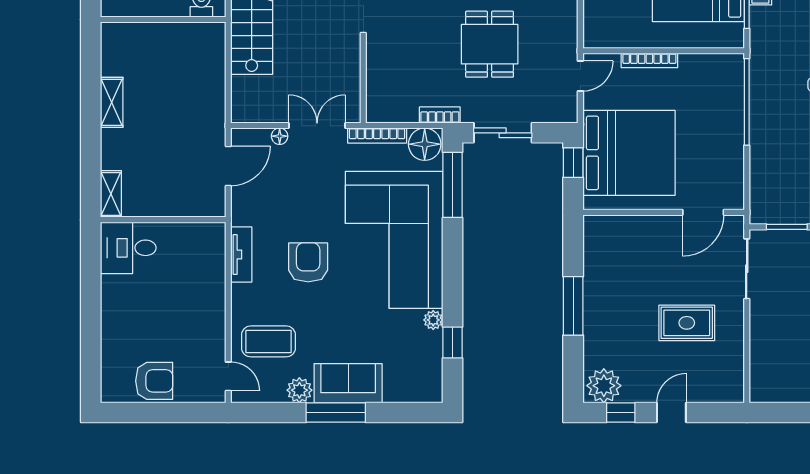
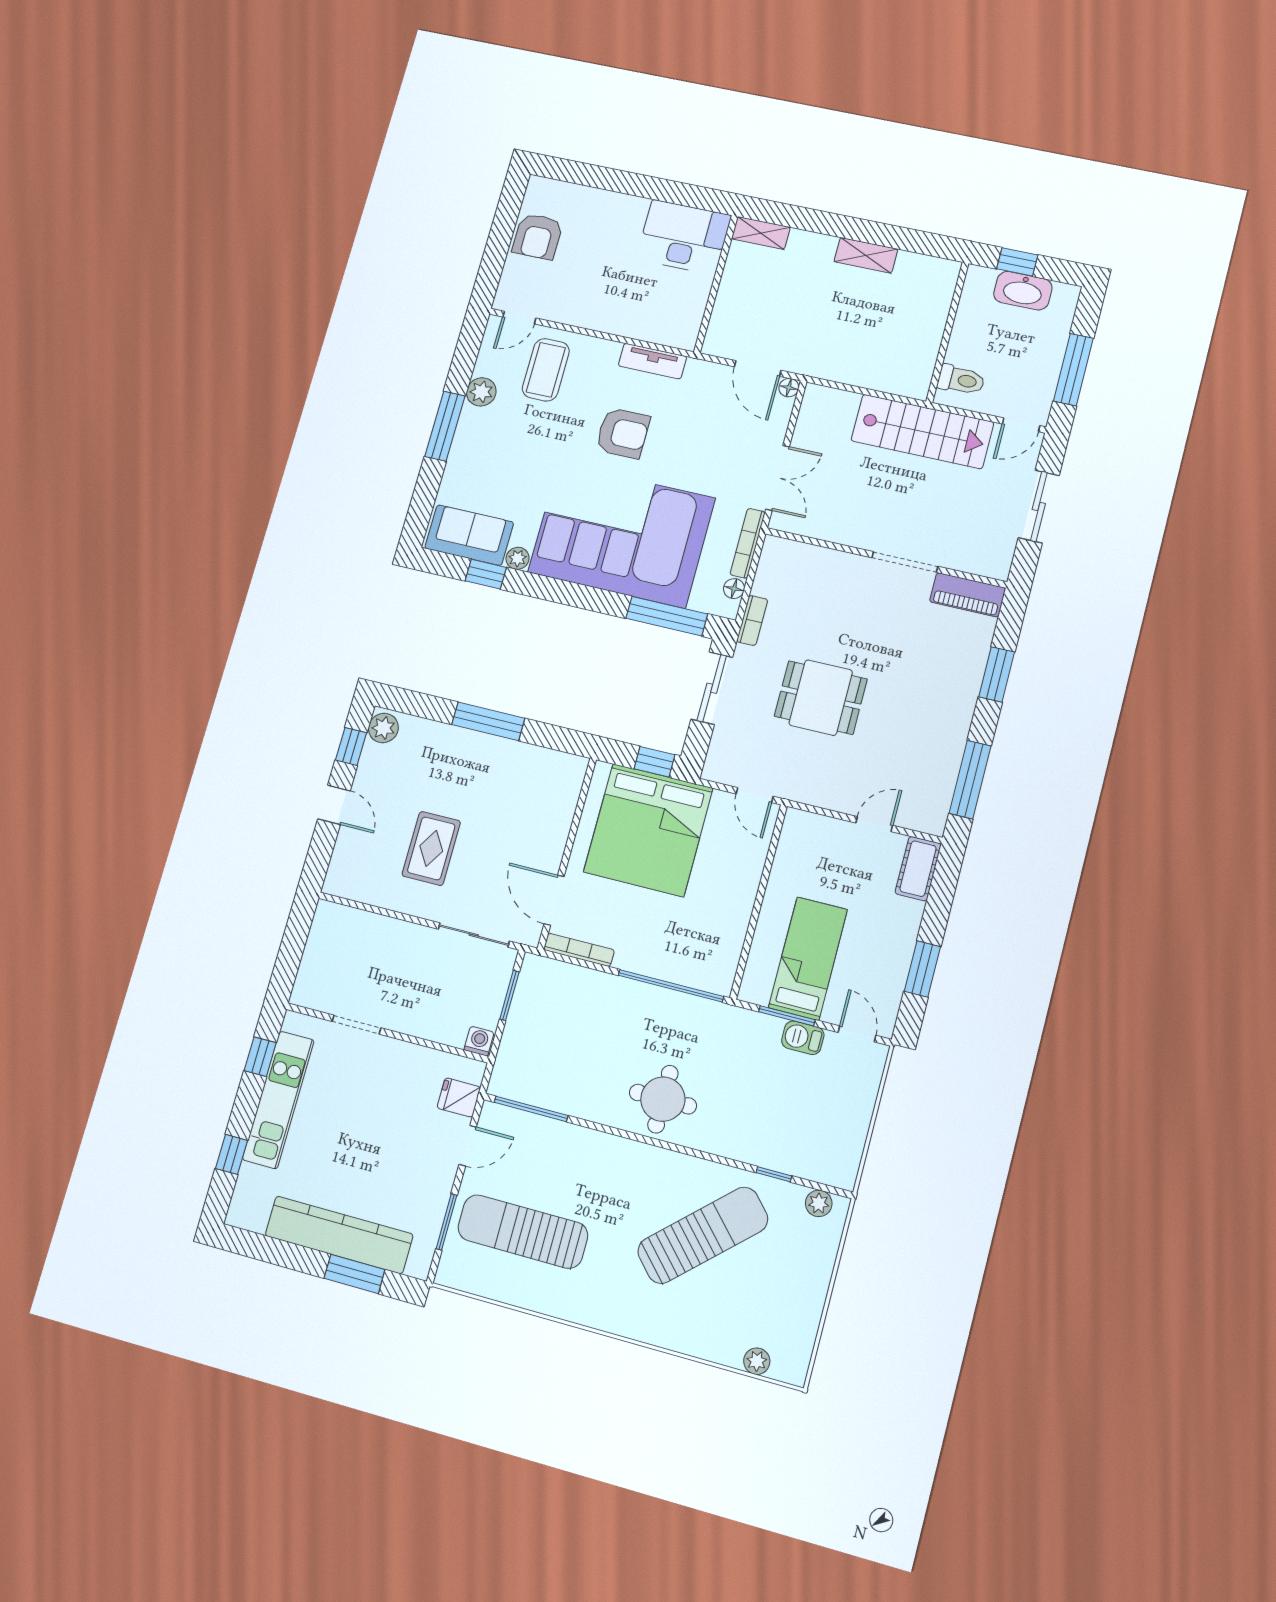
bookcase: (649, 60) -> (579, 950), moved, turned 90
floor lamp: (280, 136) -> (789, 388), moved
floor lamp: (425, 144) -> (734, 589), width x0.53, depth x0.53
desk: (128, 248) -> (684, 237), width x1.37
sofa: (348, 383) -> (469, 535), moved, turned -90
plant: (604, 386) -> (383, 728), width x0.73, depth x0.73

